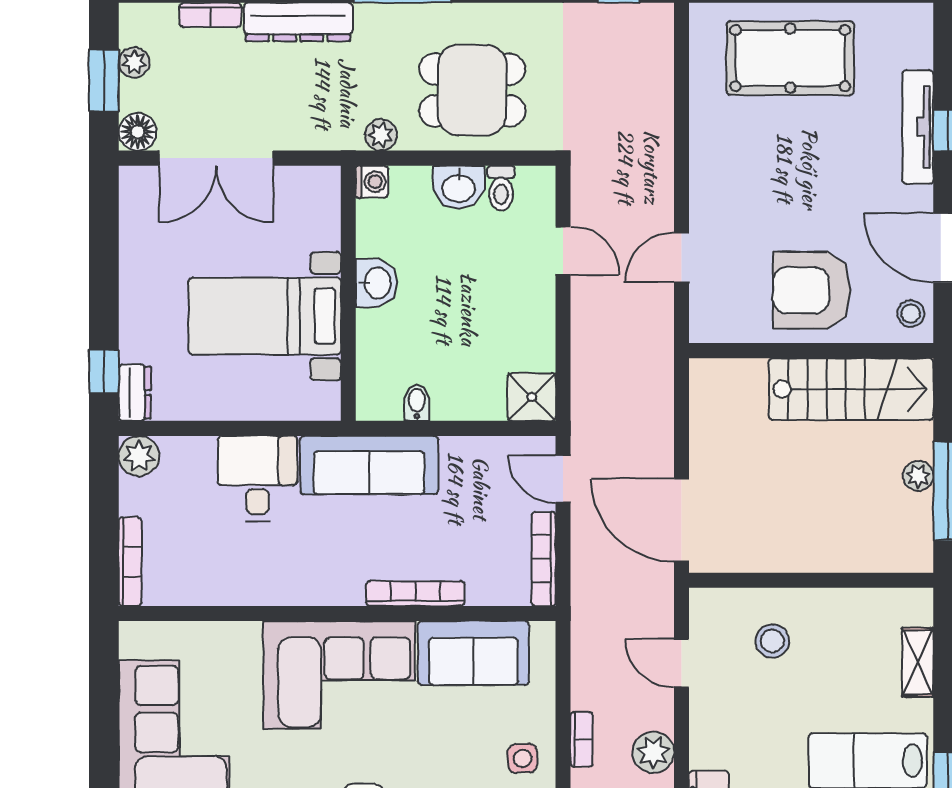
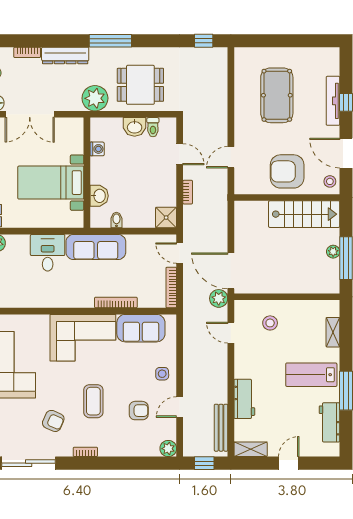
pool table: (790, 58) -> (277, 95), moved, turned 90
plant: (381, 135) -> (95, 98), width x1.88, depth x1.88
washing machine: (372, 182) -> (97, 149), moved
washbasin: (376, 283) -> (99, 196), moved
bookcase: (582, 739) -> (188, 192), moved
plant: (653, 752) -> (219, 298), moved

